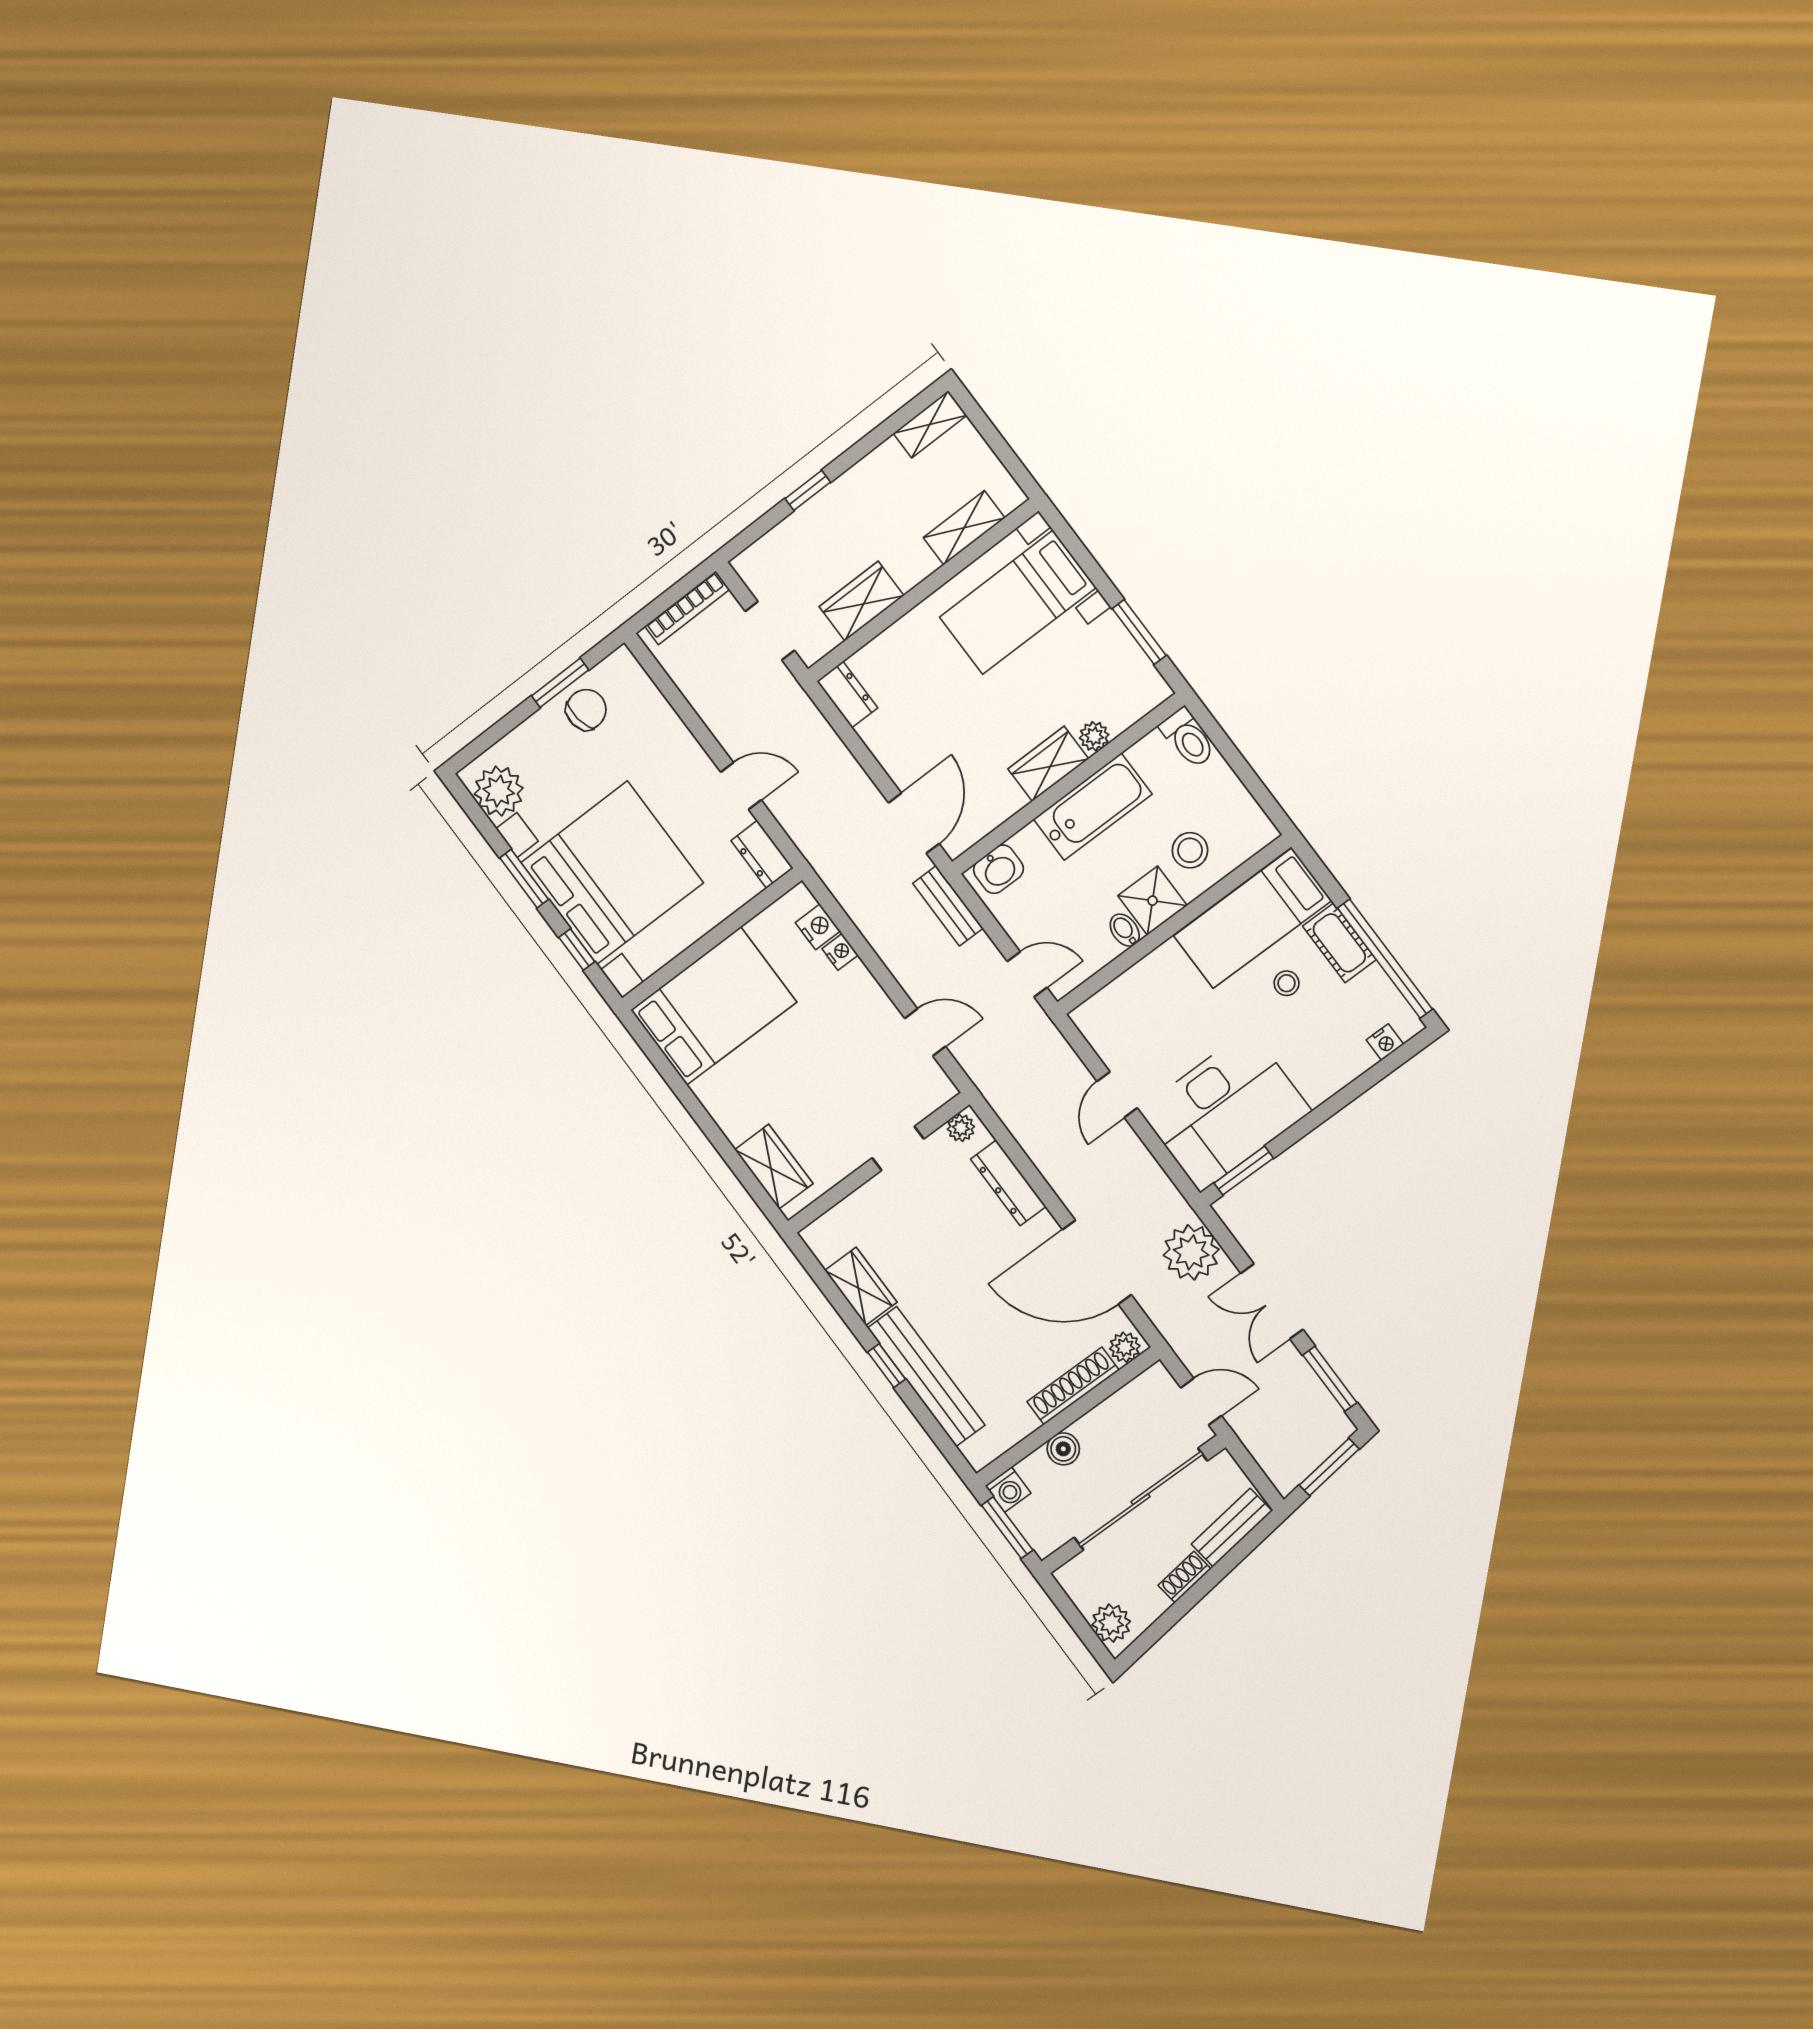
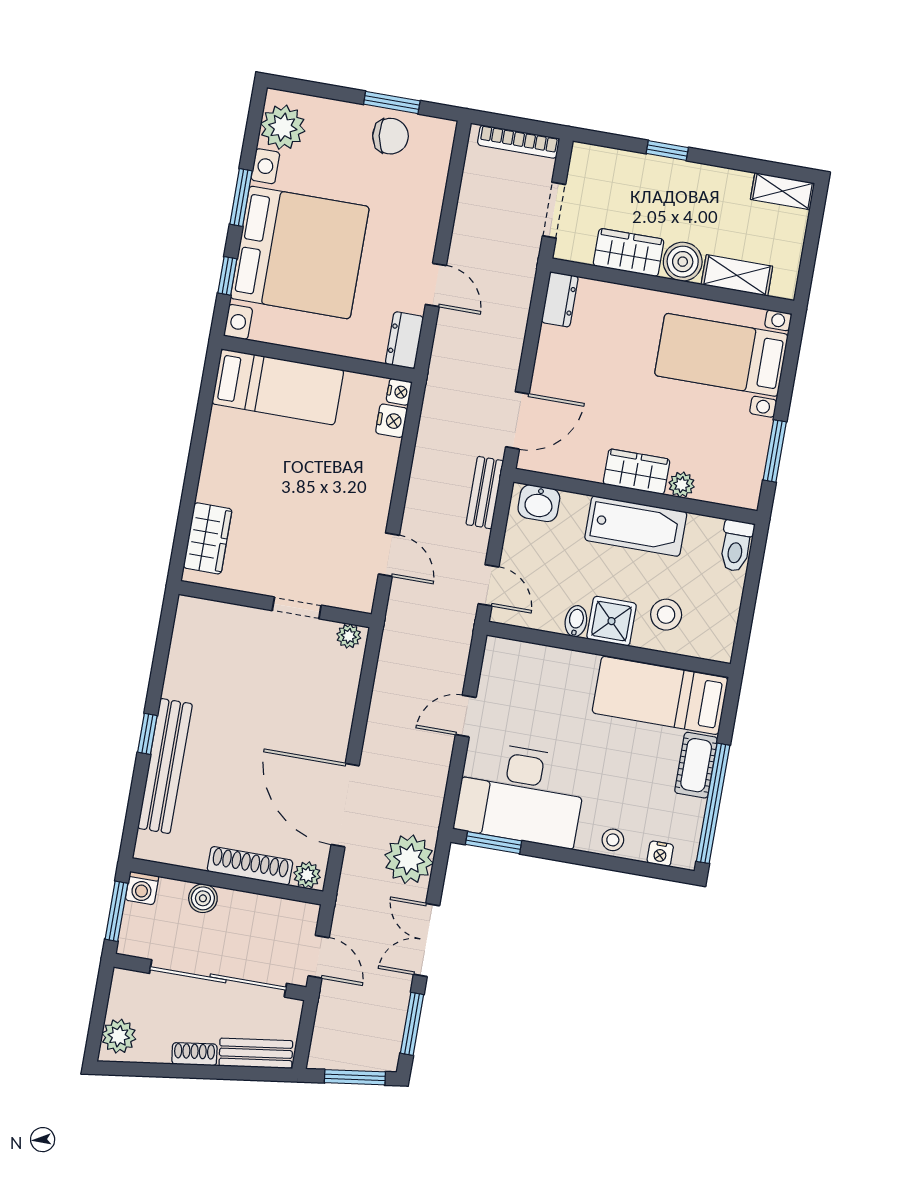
boiler: (911, 563) -> (683, 262), added
nightstand: (840, 952) -> (399, 392), moved
stool: (1287, 983) -> (613, 840), moved
bed: (714, 1006) -> (278, 387), width x0.67
dresser: (1008, 1183) -> (342, 700), removed
wardrobe: (861, 1286) -> (183, 668), removed

